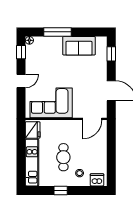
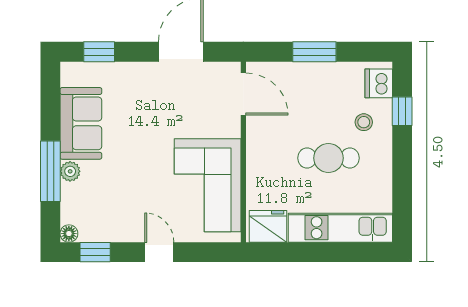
plant: (57, 41) -> (70, 171), added
window: (111, 151) -> (314, 52), added
window: (61, 190) -> (402, 111), moved

